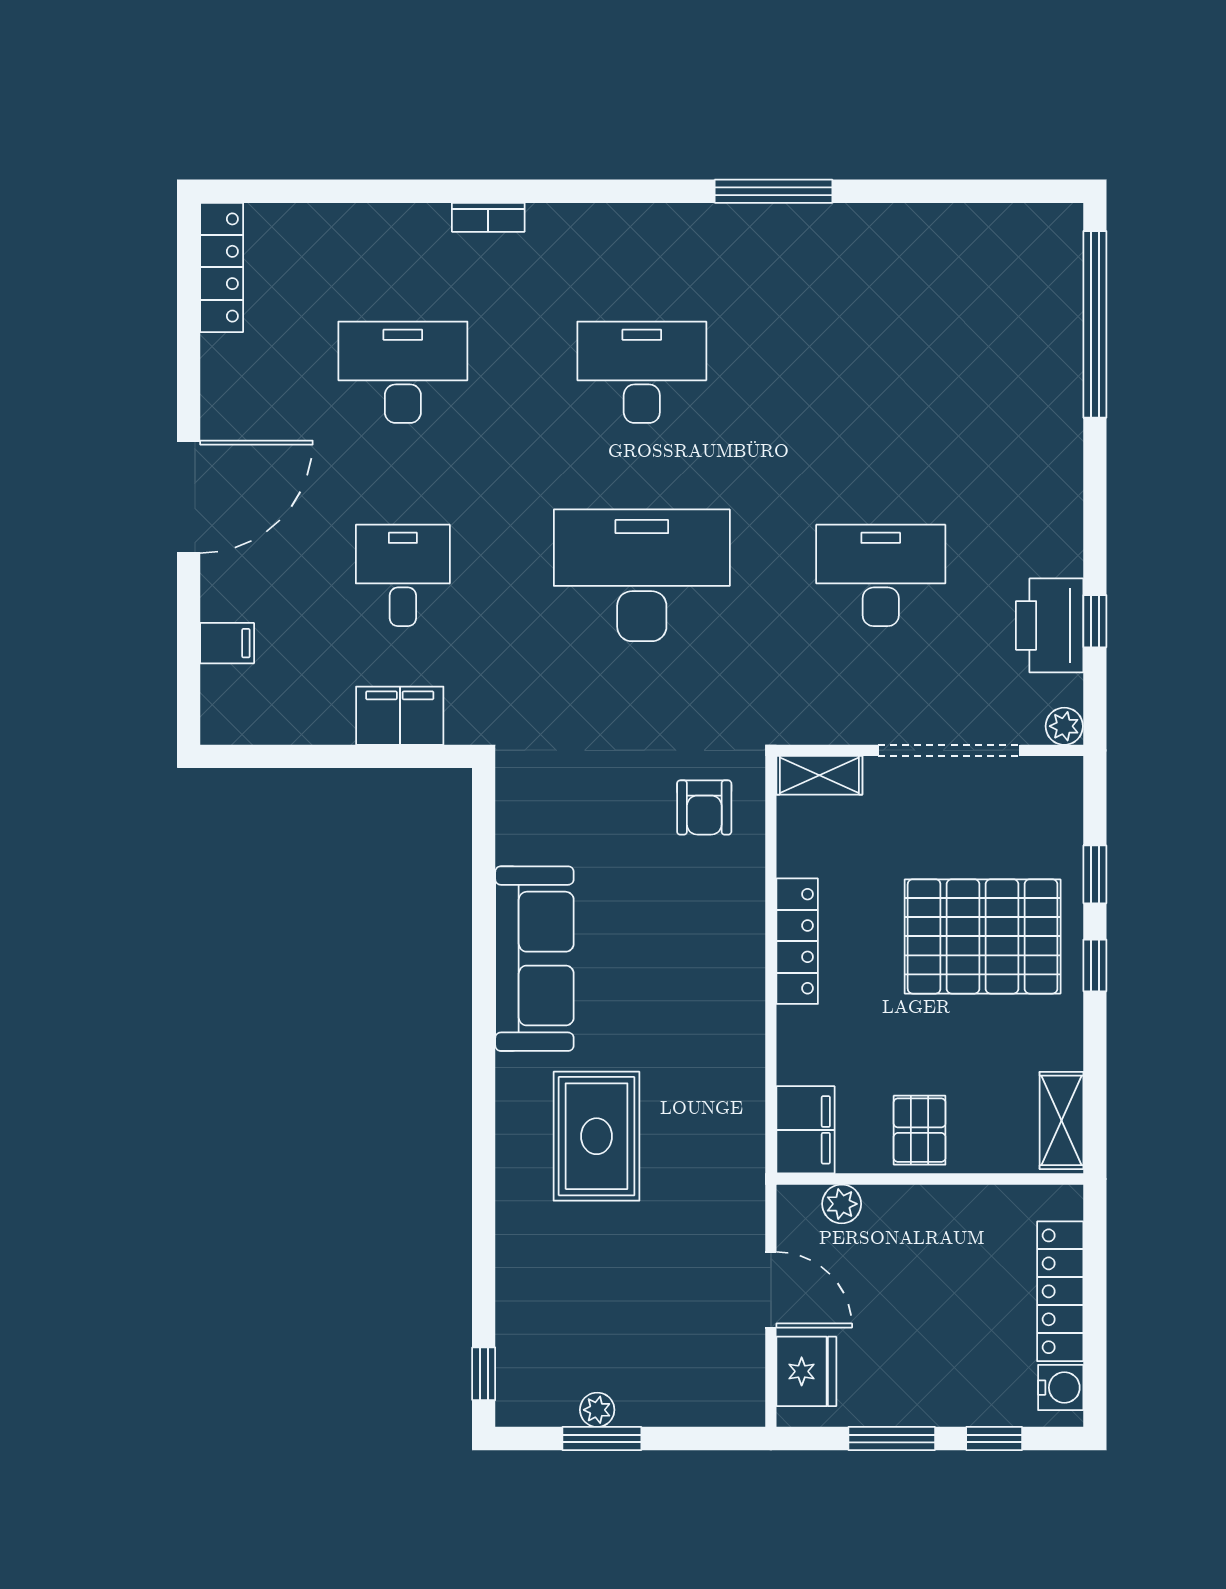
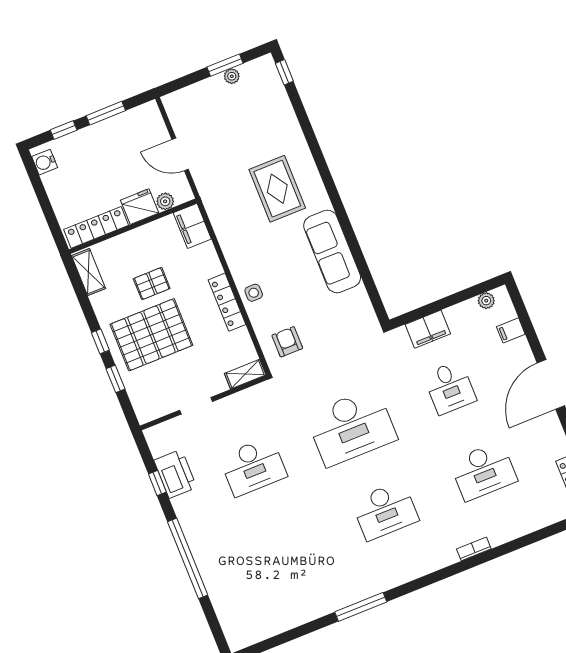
window: (1095, 324) -> (188, 558), moved
plant: (1064, 726) -> (486, 301), moved
doorway: (949, 750) -> (196, 406), width x0.53
side table: (733, 938) -> (254, 293), added
pallet: (920, 1130) -> (152, 284), moved, turned 90
locker: (1060, 1291) -> (96, 227), moved, turned -90
fridge: (806, 1371) -> (140, 207), moved, turned 90

